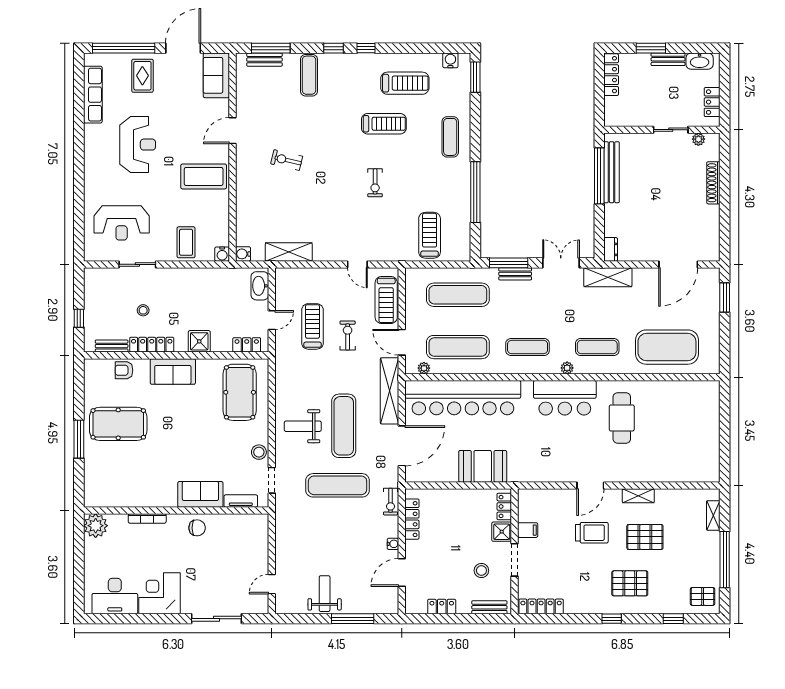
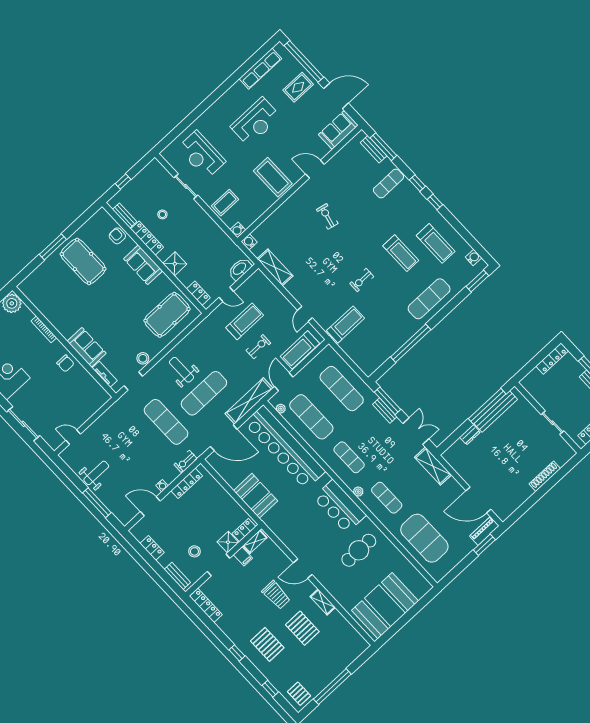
exercise mat: (450, 137) -> (429, 299), width x1.36, depth x1.45
plant: (698, 139) -> (562, 444), removed
treadmill: (430, 235) -> (345, 324), moved
dresser: (611, 249) -> (470, 435), moved
piano: (712, 286) -> (484, 531), added
booth: (695, 442) -> (385, 606), added
shelving: (713, 515) -> (255, 542), moved

